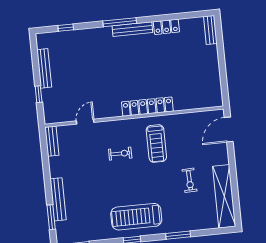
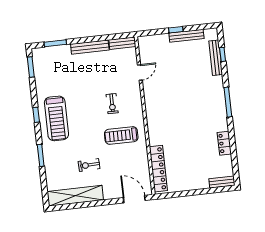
bench: (132, 29) -> (216, 58), moved
window: (39, 94) -> (176, 30), moved
locker: (147, 107) -> (158, 169), moved
door: (85, 122) -> (140, 72), hinge flipped
bench: (58, 199) -> (90, 47), moved
treadmill: (136, 217) -> (56, 118), turned 180

